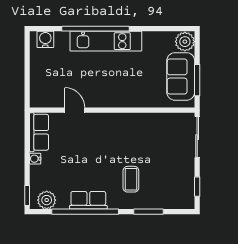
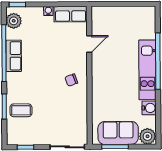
water cooler: (45, 39) -> (149, 108), moved
chair: (117, 132) -> (71, 80), added
coffee table: (131, 179) -> (21, 110), moved

